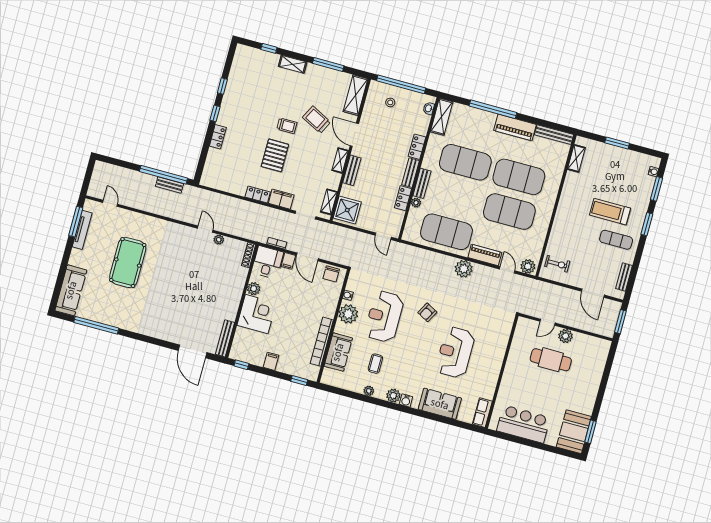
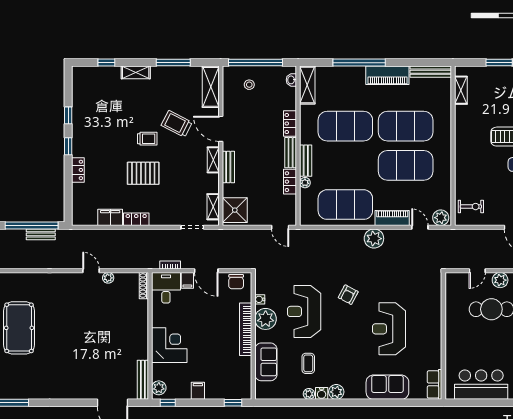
pallet: (275, 155) -> (143, 173), turned 90
filing cabinet: (281, 199) -> (110, 217), moved
plant: (254, 289) -> (159, 388), moved
bookcase: (322, 342) -> (246, 329), moved
water cooler: (406, 400) -> (322, 393), moved

